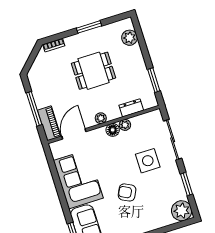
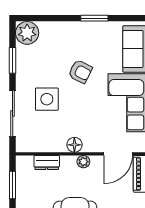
plant: (125, 125) -> (59, 146), removed

